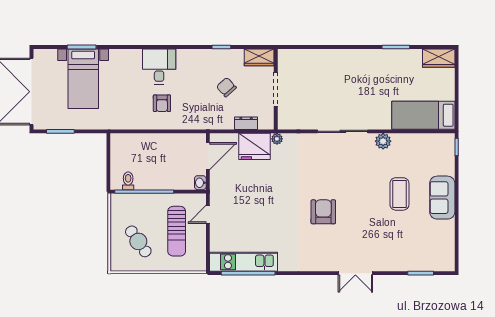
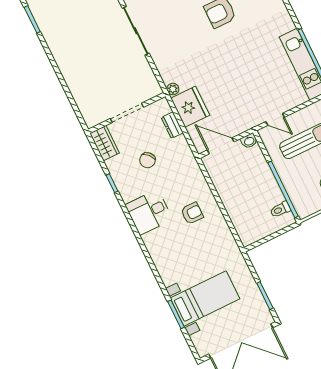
desk: (159, 67) -> (149, 212), moved

